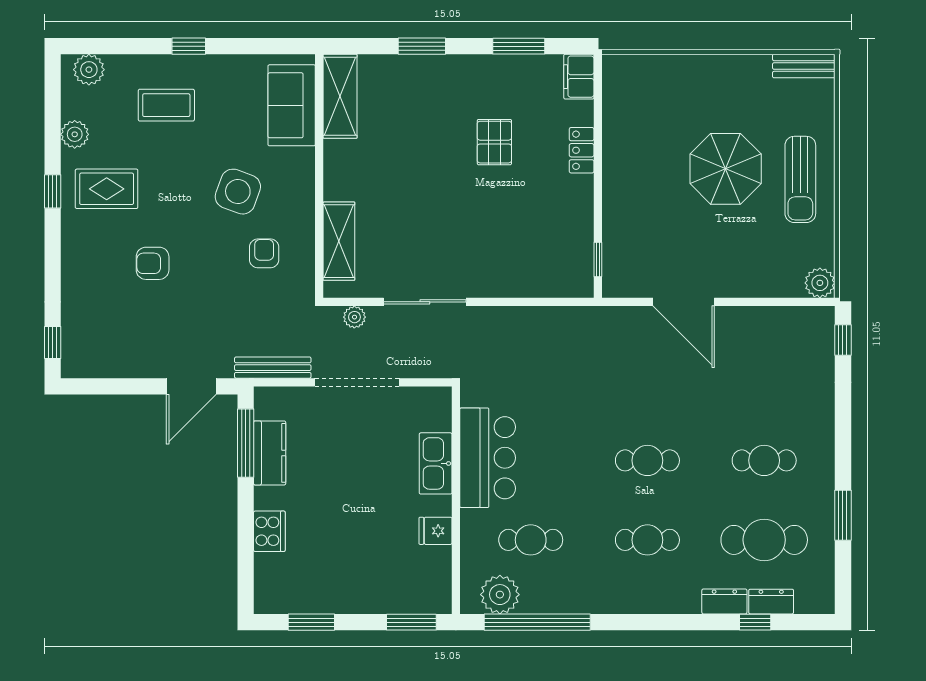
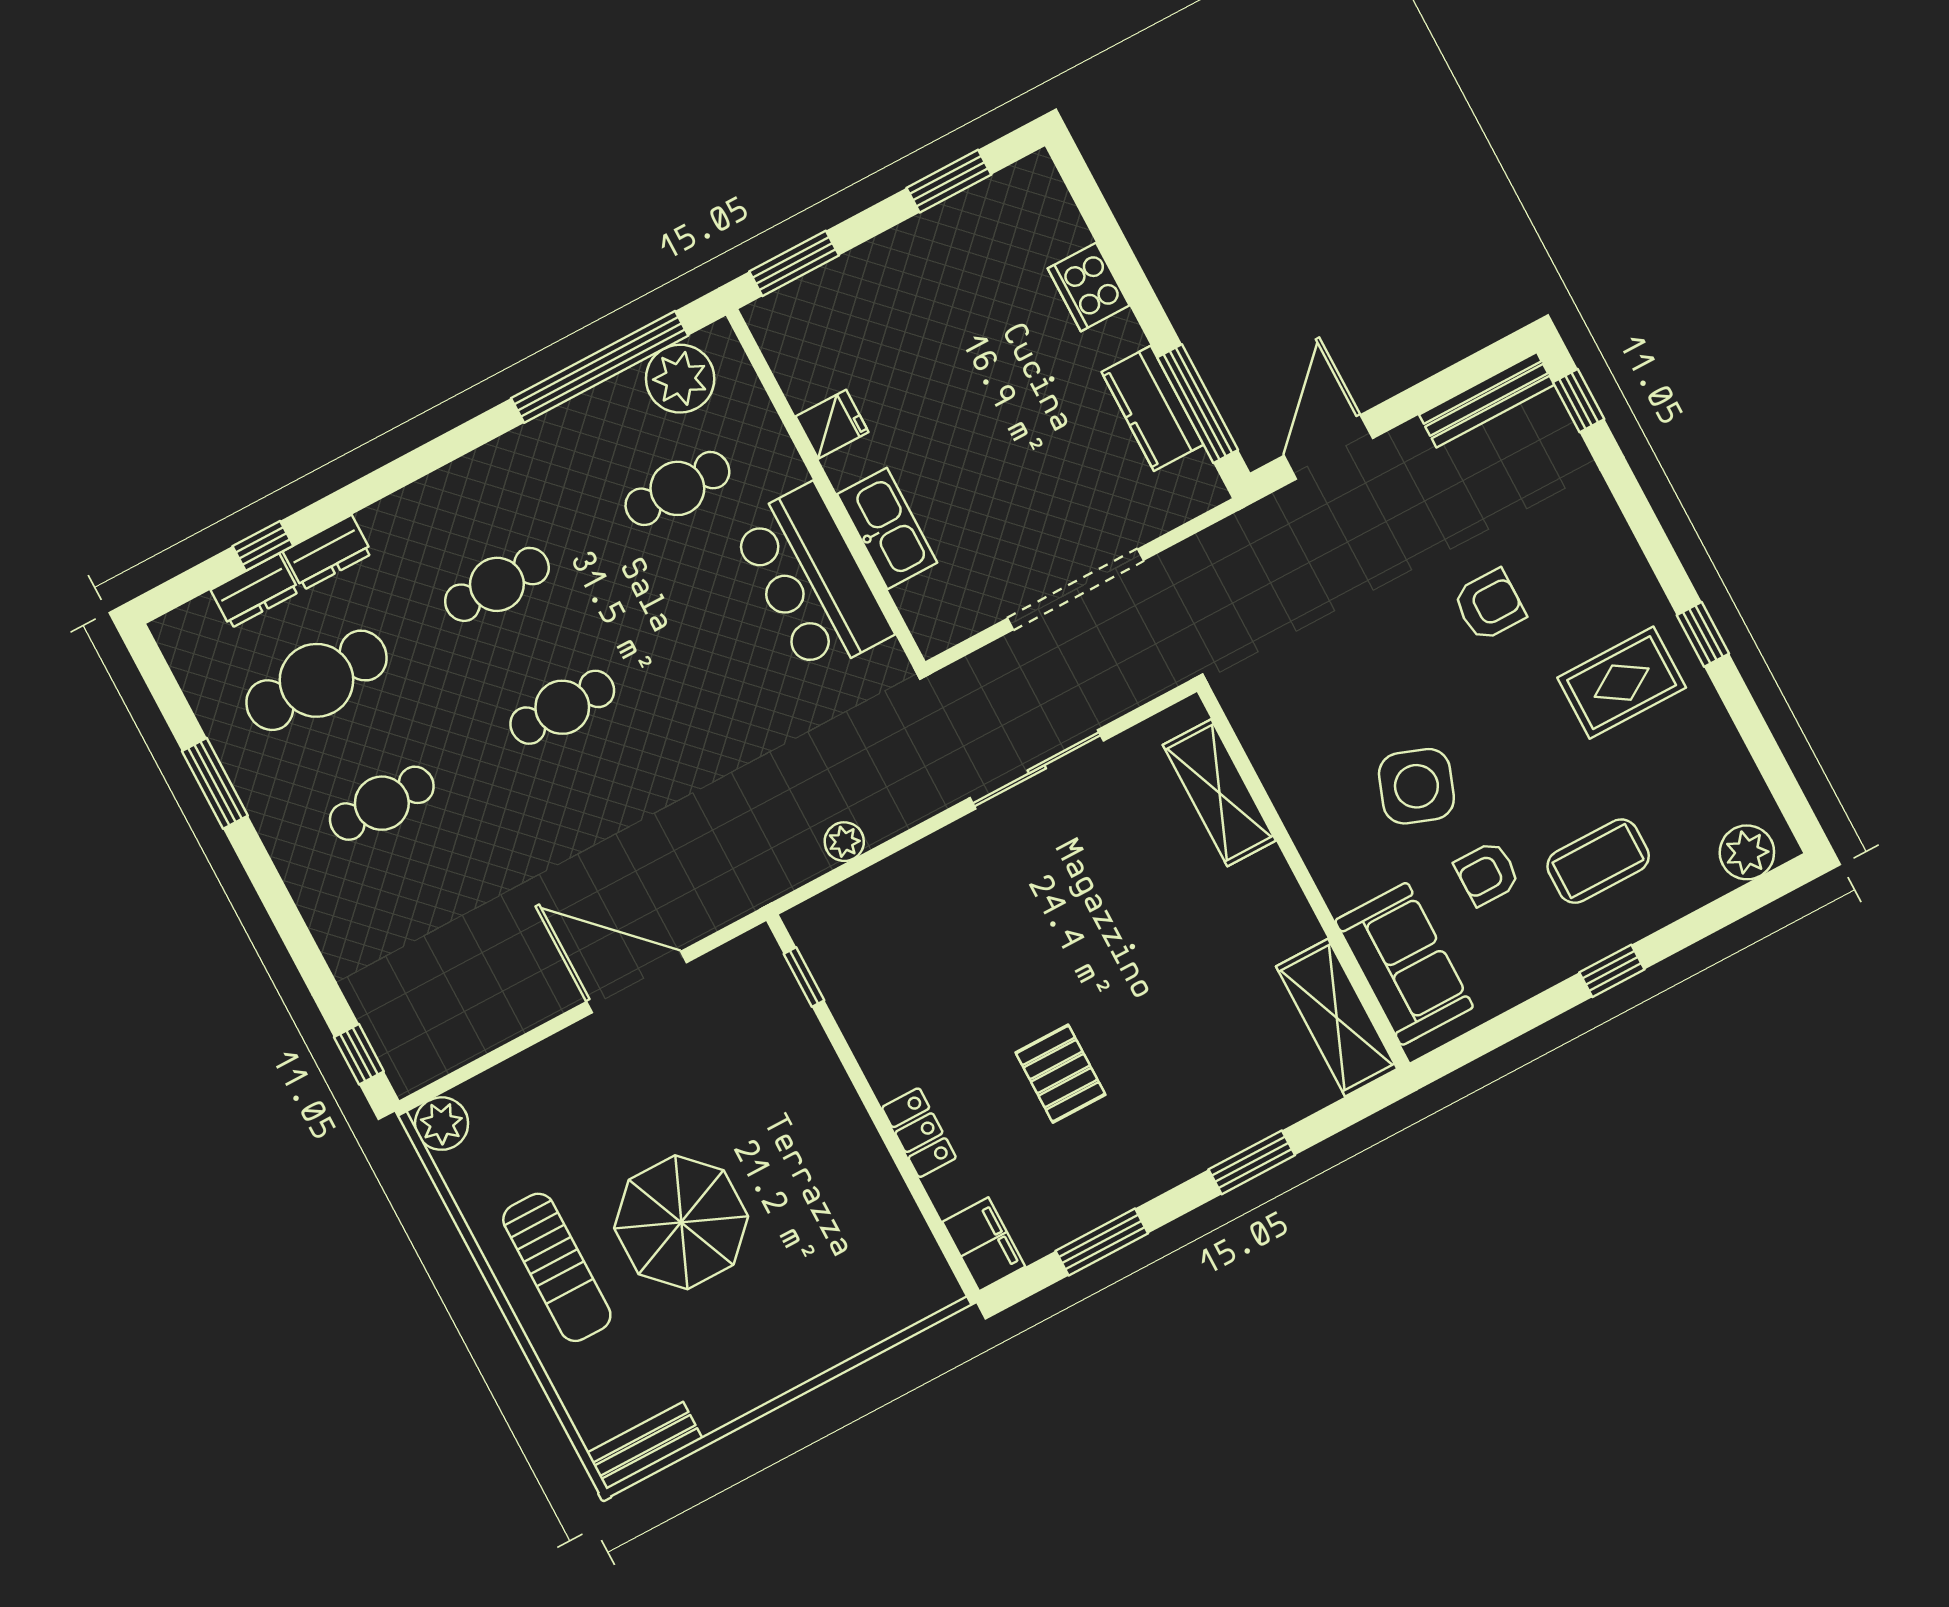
plant: (75, 134) -> (1716, 741), removed
sun lounger: (800, 179) -> (557, 1267), turned 180
armchair: (264, 253) -> (1487, 873), moved, turned 90
plant: (354, 317) -> (844, 842), moved
bench: (273, 368) -> (1487, 400), moved

